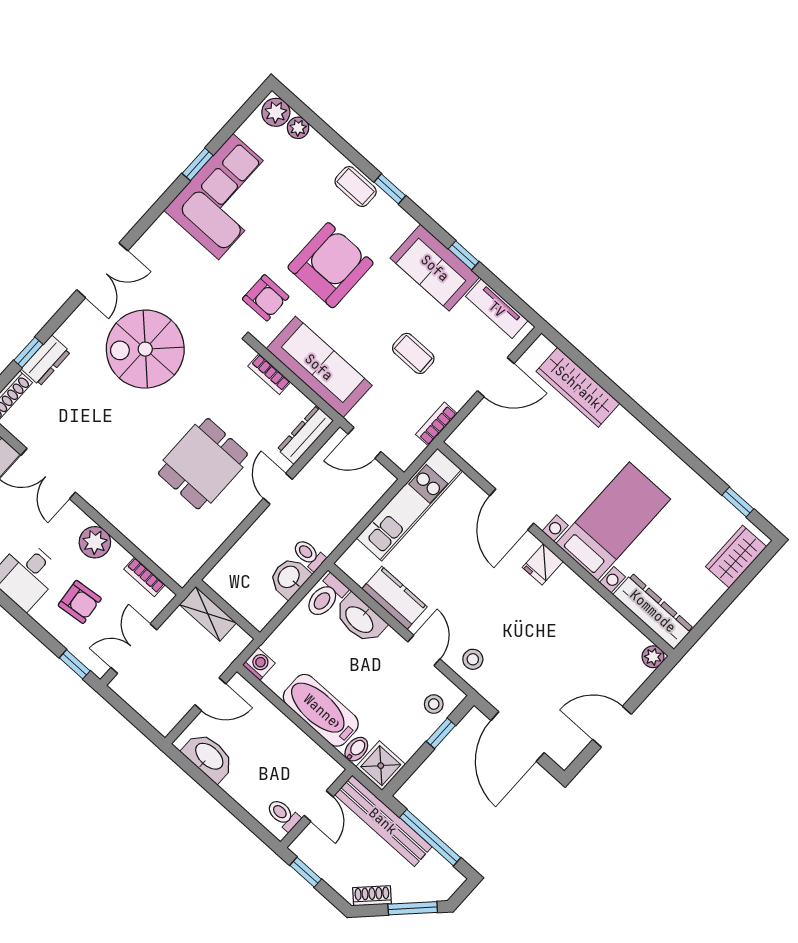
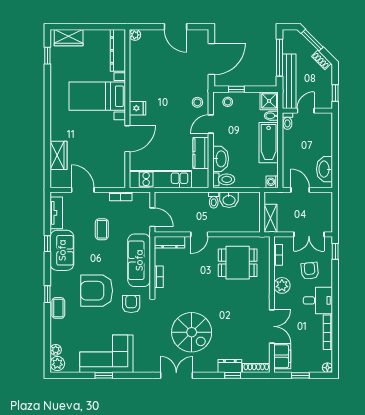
wardrobe: (578, 387) -> (58, 155), width x0.67
dining table: (203, 464) -> (238, 263), moved
toilet: (283, 815) -> (287, 121), moved

